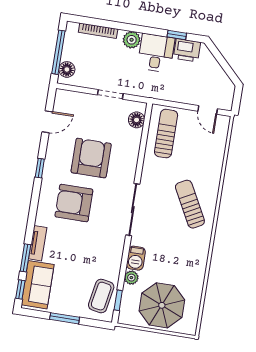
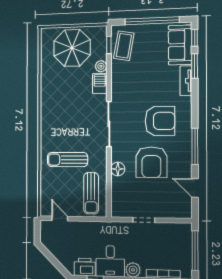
floor lamp: (67, 69) -> (185, 236), removed
floor lamp: (137, 120) -> (118, 169), moved
door: (47, 122) -> (195, 188), hinge flipped
window: (40, 168) -> (195, 146), width x2.17
sun lounger: (190, 204) -> (67, 160), moved, turned 118
window: (65, 318) -> (152, 21), width x2.11

